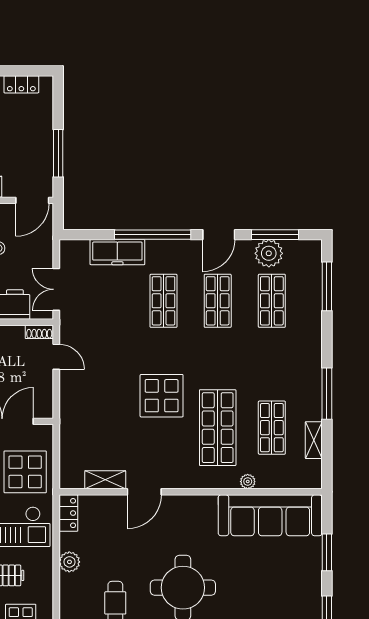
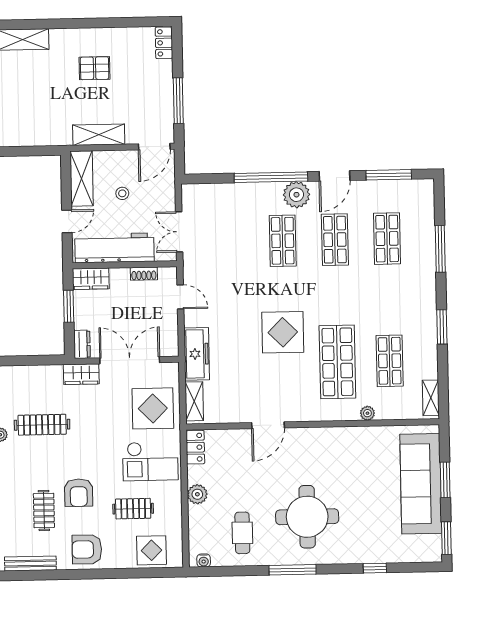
locker: (21, 84) -> (164, 43), moved, turned 90
freezer: (117, 252) -> (197, 354), moved, turned -90
plant: (269, 253) -> (296, 195), moved
window: (327, 286) -> (440, 249), moved
shoe rack: (39, 332) -> (144, 274), moved
window: (327, 394) -> (442, 327), width x0.69
shelving: (314, 440) -> (431, 398), moved
shelving: (105, 480) -> (194, 401), moved, turned 90
sofa: (270, 515) -> (421, 484), moved, turned 90

